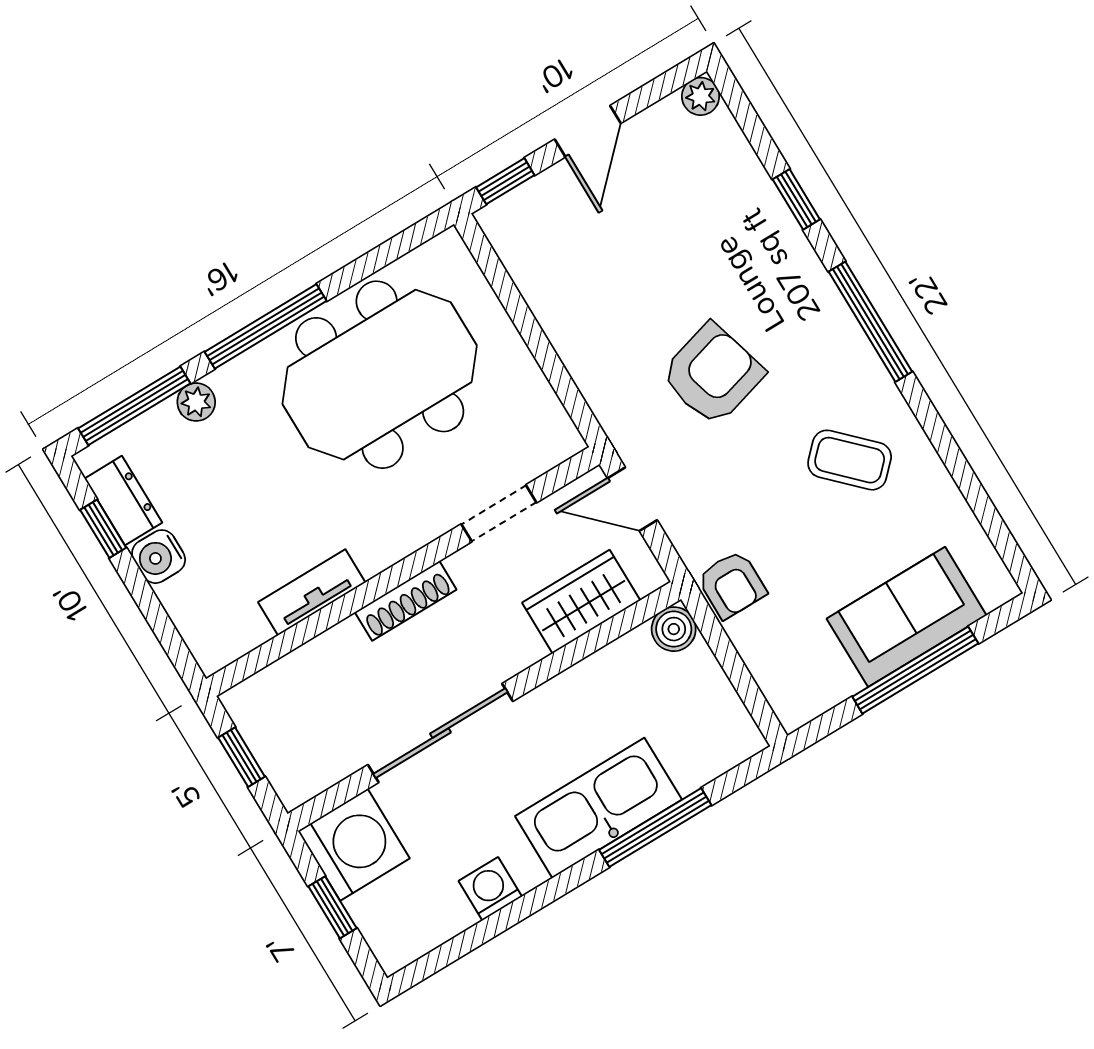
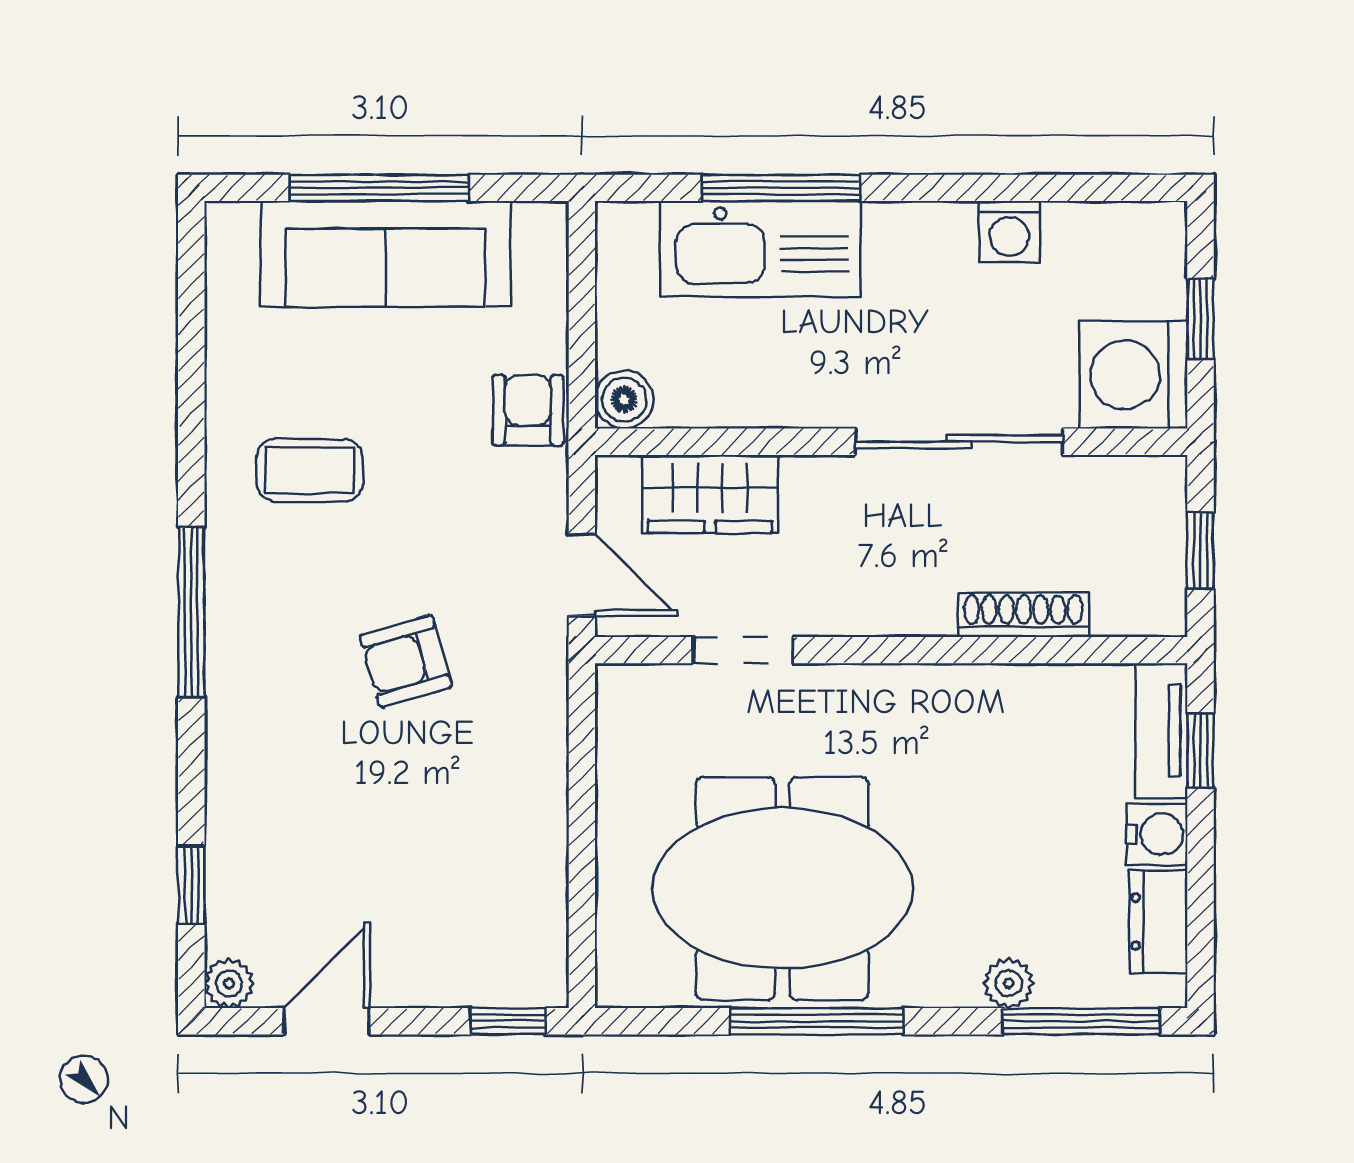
door: (588, 131) -> (327, 1021), moved
window: (796, 199) -> (191, 885), moved
window: (266, 326) -> (817, 1021), moved
armchair: (712, 374) -> (406, 661), width x0.72, depth x0.72
coffee table: (850, 460) -> (310, 470), turned -45
window: (103, 529) -> (1200, 750), moved
tv unit: (312, 592) -> (1162, 731), moved, turned 90
shoe rack: (406, 601) -> (1024, 615), moved
sofa: (907, 617) -> (386, 254), width x1.36
kitchen sink: (598, 808) -> (760, 249), moved

